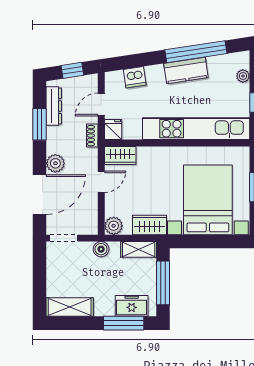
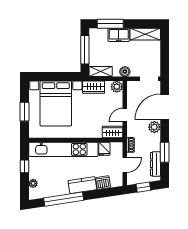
kitchen counter: (186, 70) -> (82, 185), moved
fridge: (113, 130) -> (104, 149), moved
freezer: (132, 306) -> (119, 35), moved

